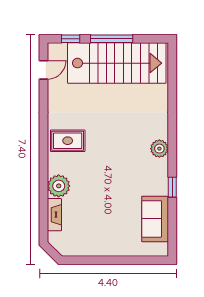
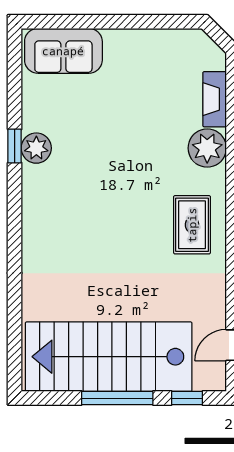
rug: (68, 141) -> (192, 225), turned 90
plant: (159, 149) -> (36, 148), moved
sofa: (155, 219) -> (63, 51), moved, turned 90

